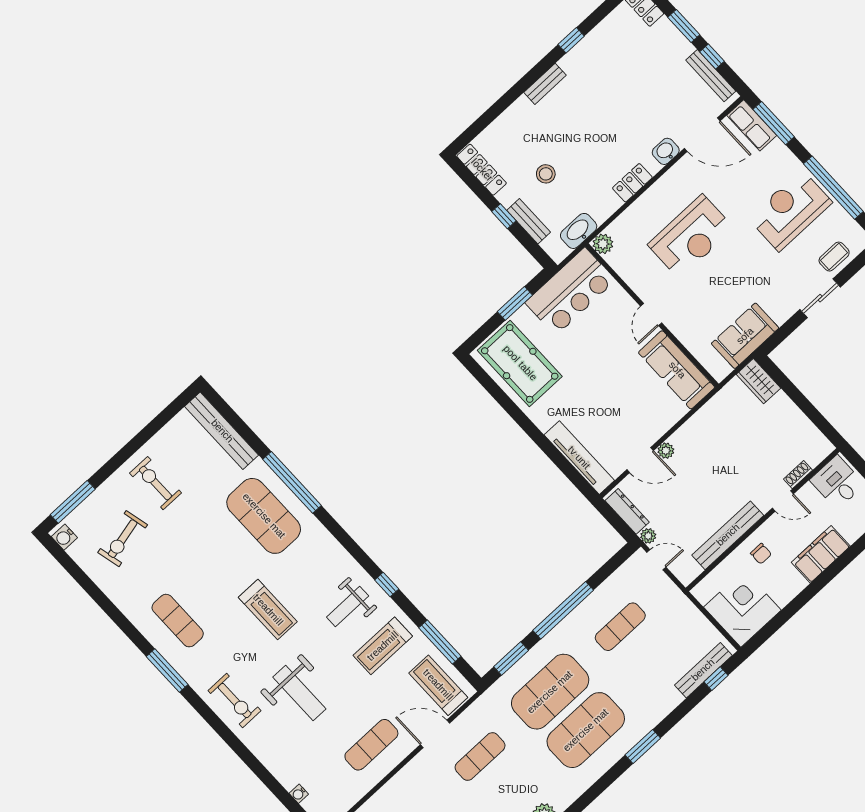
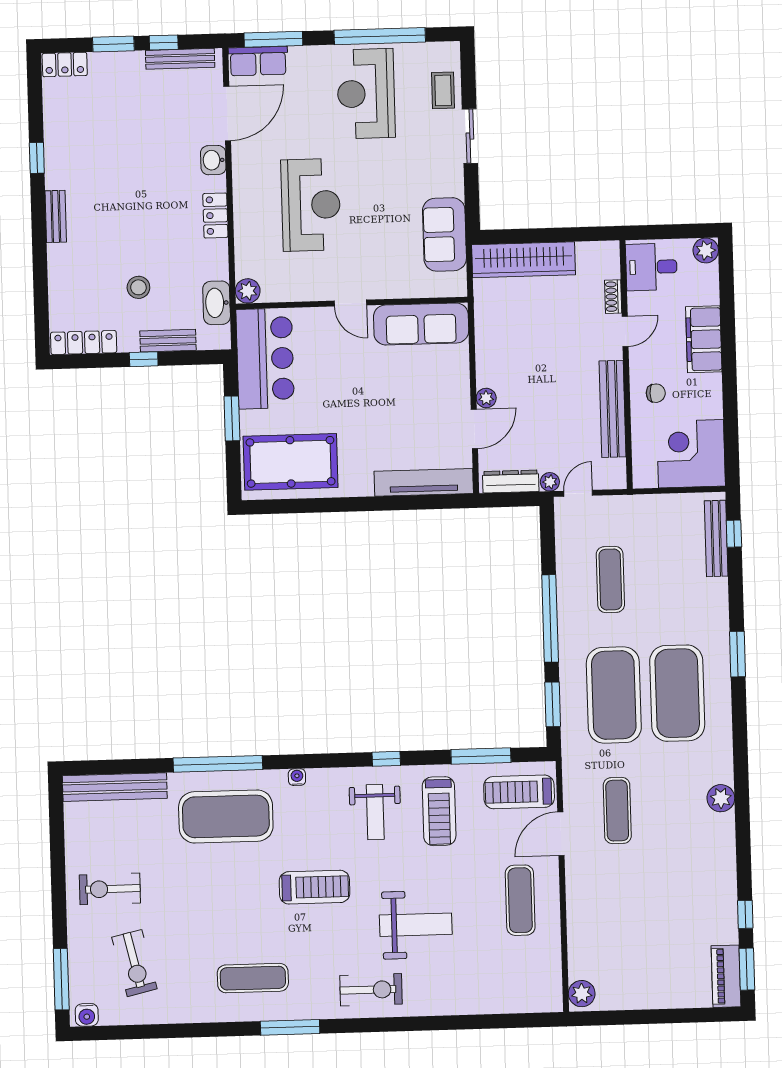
wardrobe: (759, 381) -> (524, 260), width x2.10, depth x1.17
water cooler: (299, 794) -> (297, 777), moved, turned 180

